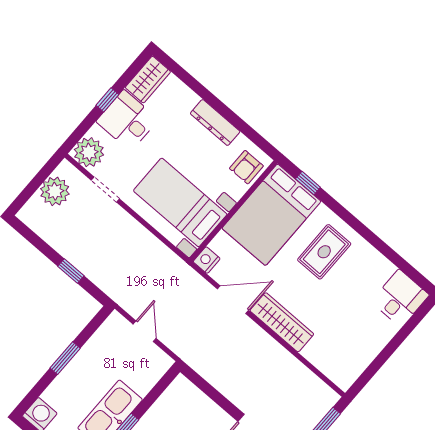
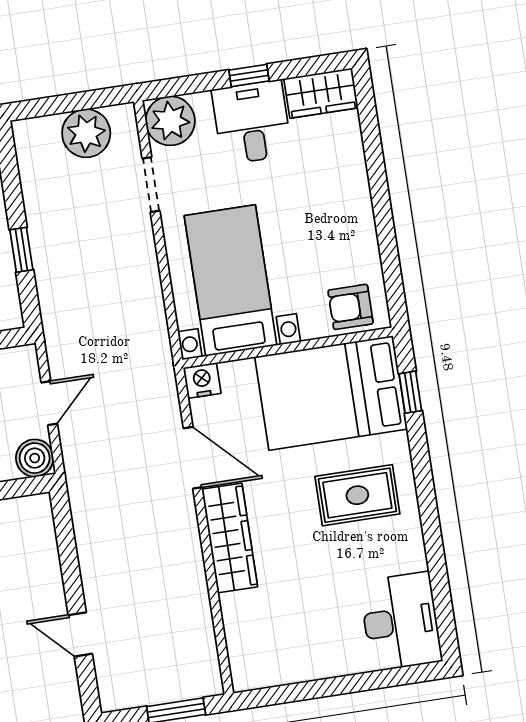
dresser: (215, 123) -> (359, 218), removed
desk: (400, 298) -> (401, 622), width x1.37
boiler: (160, 362) -> (35, 458), added

